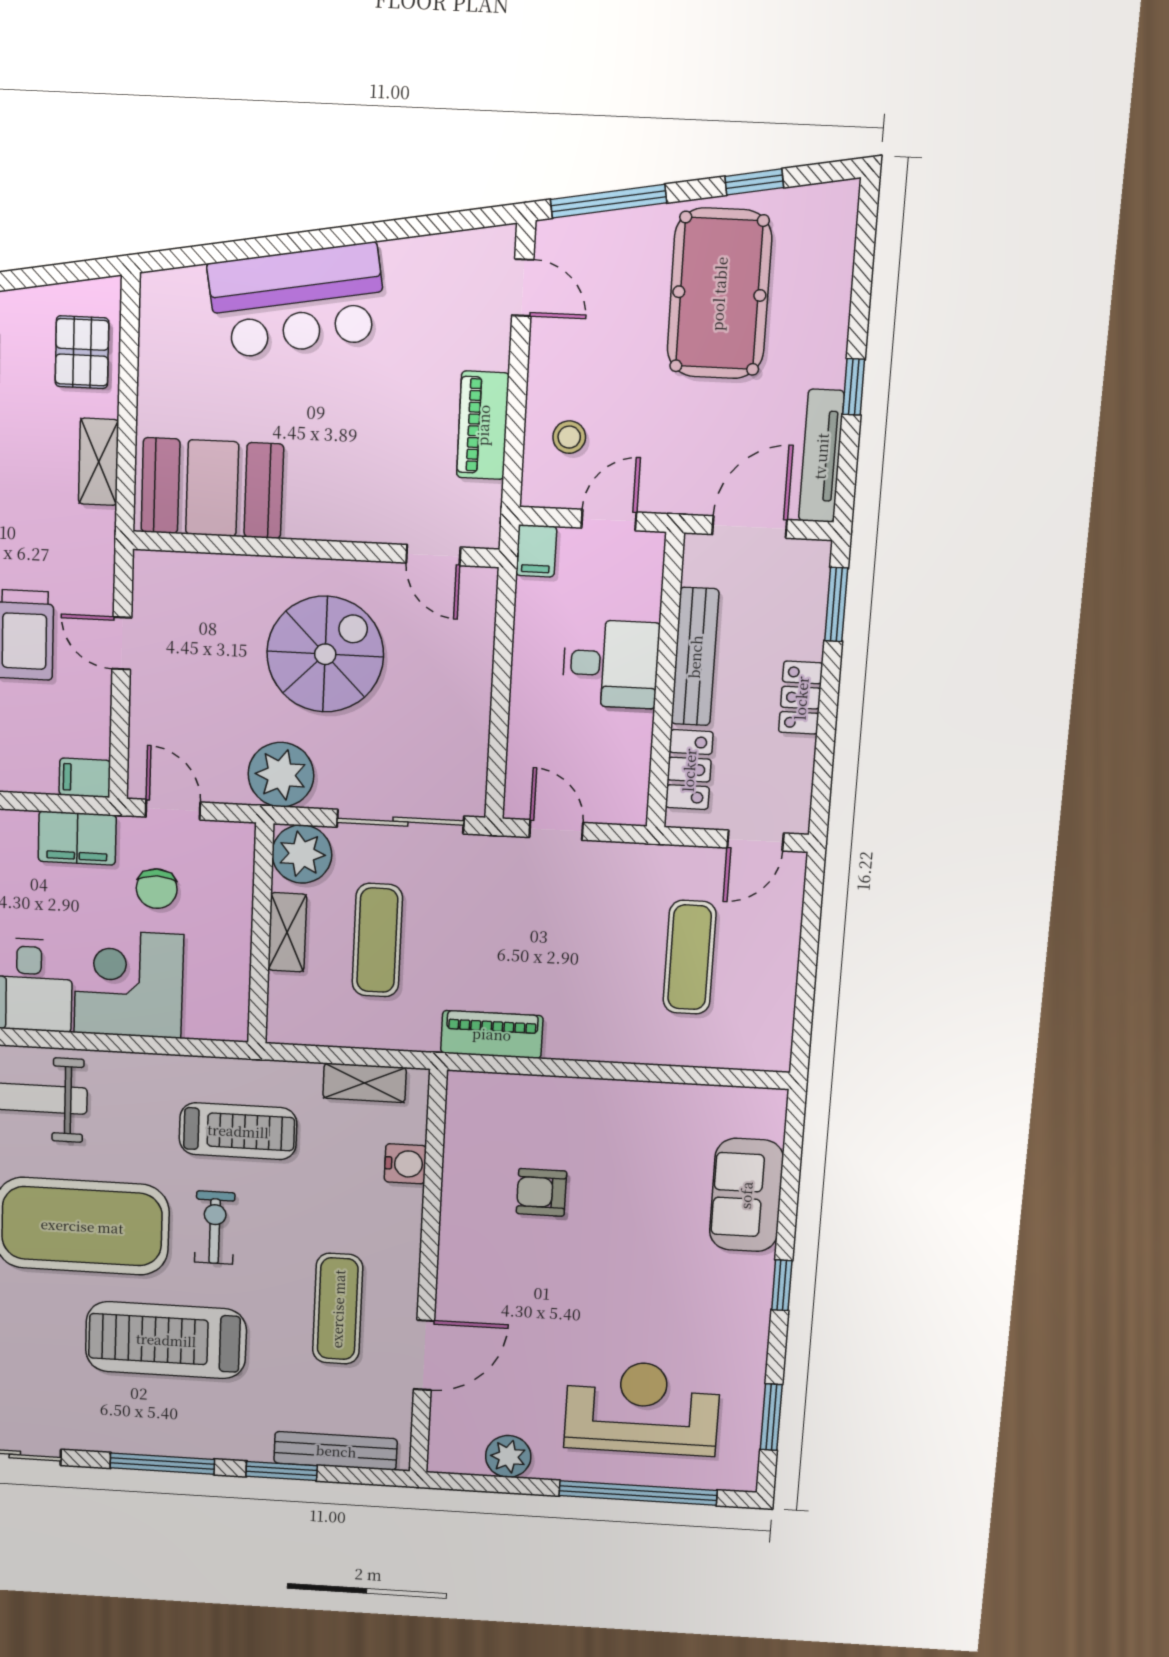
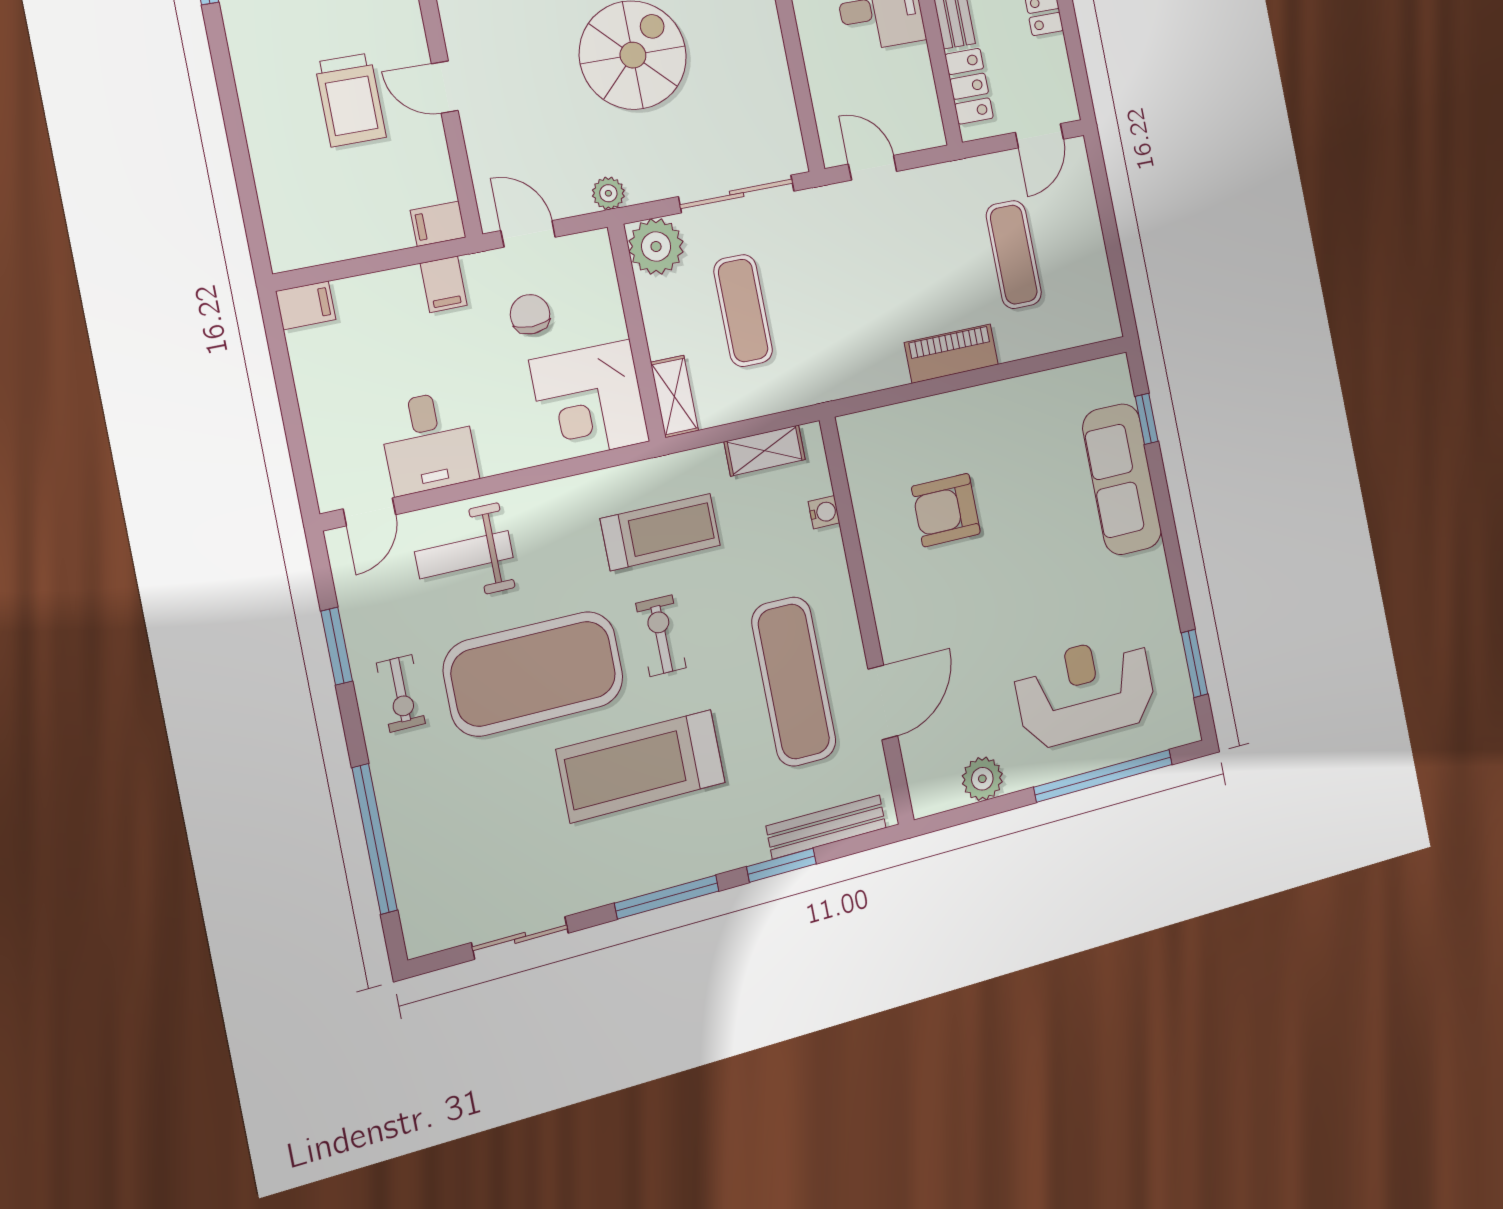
plant: (281, 775) -> (608, 193), width x0.53, depth x0.53
filing cabinet: (77, 838) -> (444, 284), width x0.50
chair: (157, 889) -> (530, 314), turned 180
shelving: (287, 932) -> (674, 397), moved
corner desk: (129, 984) -> (589, 401), moved, turned -90
piano: (492, 1034) -> (951, 353), moved
water cooler: (405, 1164) -> (824, 512), width x0.72, depth x0.72
armchair: (541, 1192) -> (946, 510), width x1.38, depth x1.38
sofa: (746, 1195) -> (1122, 479), width x1.36
window: (782, 1285) -> (1147, 419), moved
exercise mat: (338, 1309) -> (794, 681), width x1.36, depth x1.45

